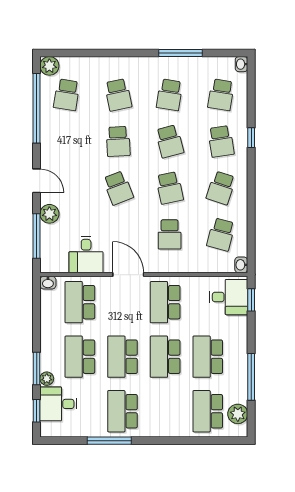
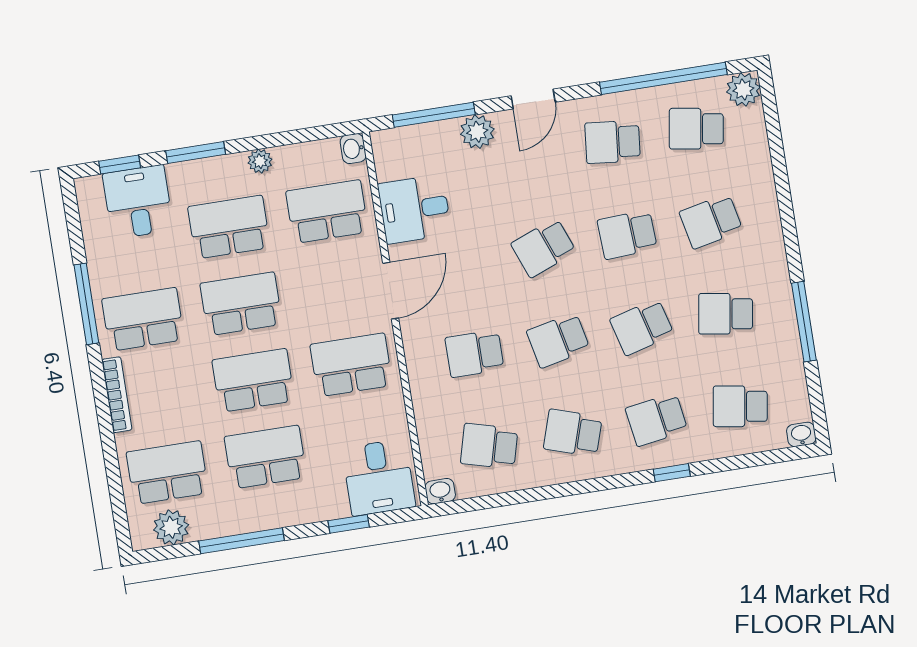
school desk: (67, 141) -> (613, 142), added
window: (251, 300) -> (349, 524), moved
plant: (47, 379) -> (260, 161), moved
bookcase: (161, 432) -> (117, 395), added

